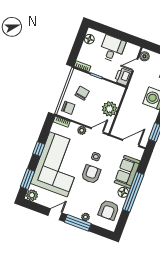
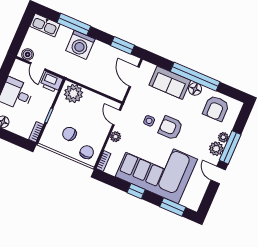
plant: (110, 109) -> (73, 93), moved
plant: (32, 195) -> (216, 149), moved
armchair: (109, 210) -> (216, 108), turned 90

